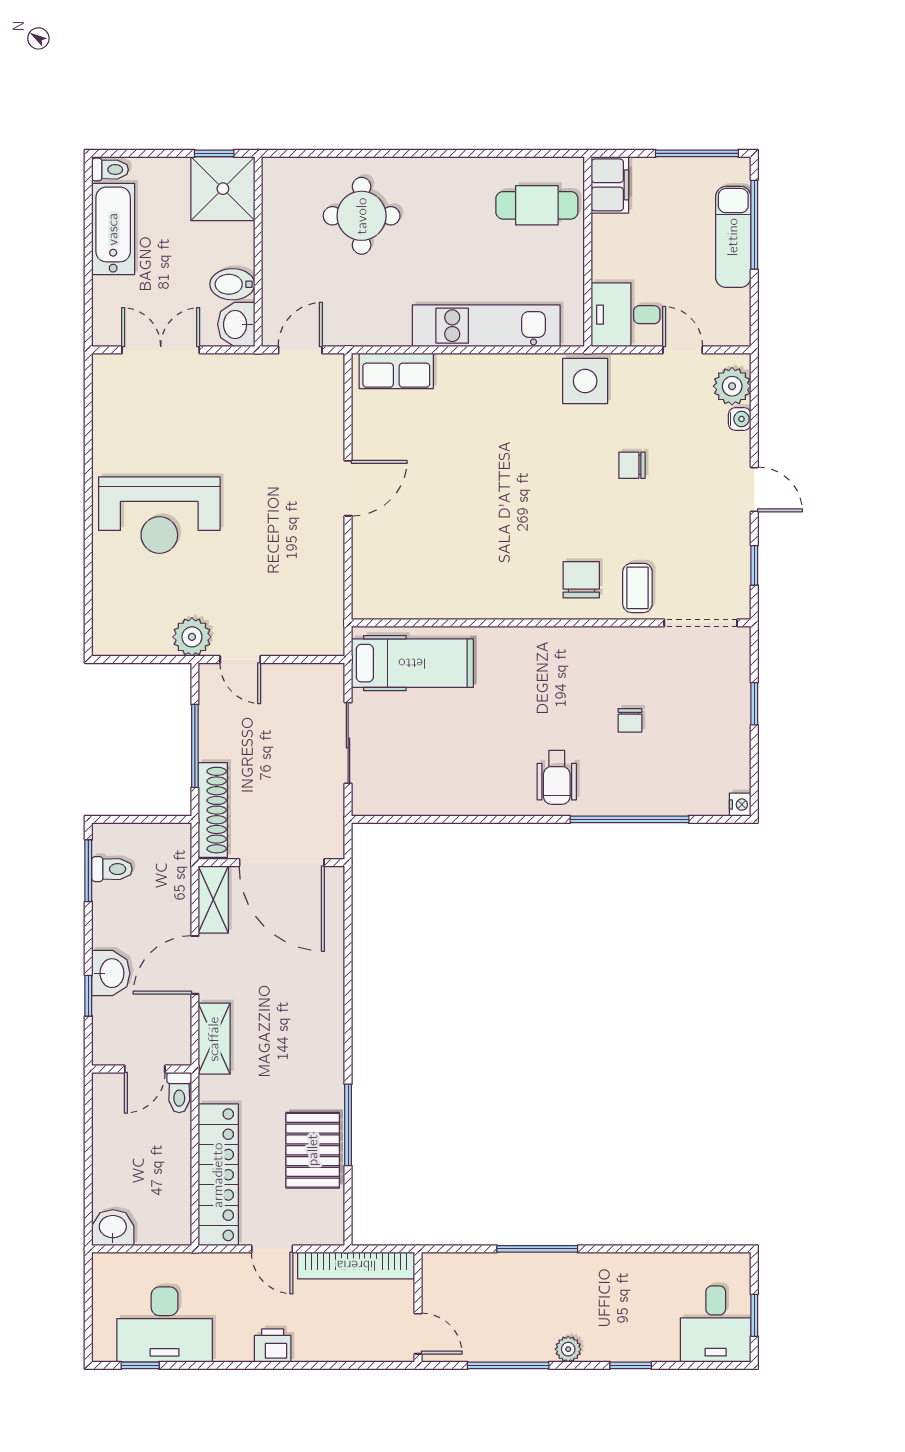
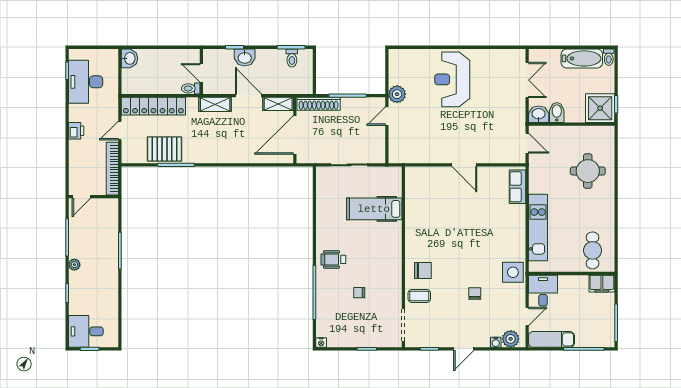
exam couch: (733, 237) -> (551, 339), moved
hospital bed: (412, 663) -> (374, 209), moved, turned 90

